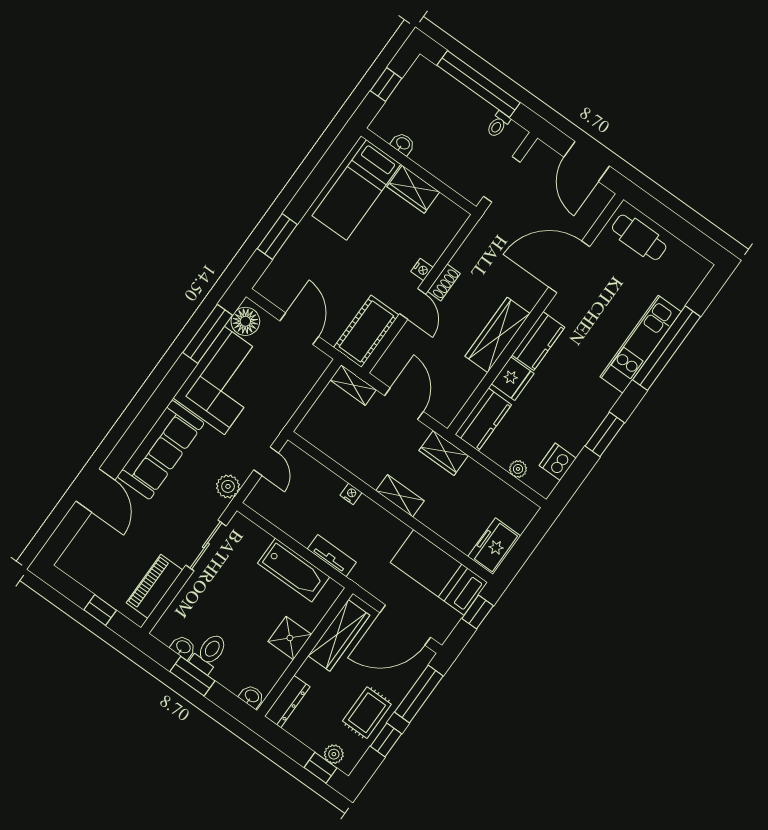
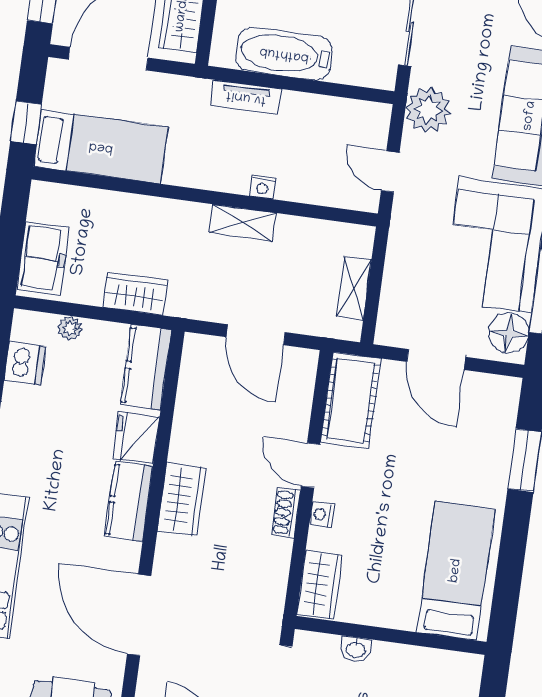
washbasin: (403, 144) -> (355, 649), moved
wardrobe: (413, 189) -> (320, 584), moved, turned 90
door: (569, 267) -> (139, 615), swing flipped
wardrobe: (498, 335) -> (182, 500), width x0.67
shelving: (353, 385) -> (354, 288), moved, turned 90
wardrobe: (444, 453) -> (135, 294), moved
plant: (228, 486) -> (428, 110), width x1.36, depth x1.36
shelving: (400, 496) -> (243, 223), moved
freezer: (494, 546) -> (43, 258), moved

